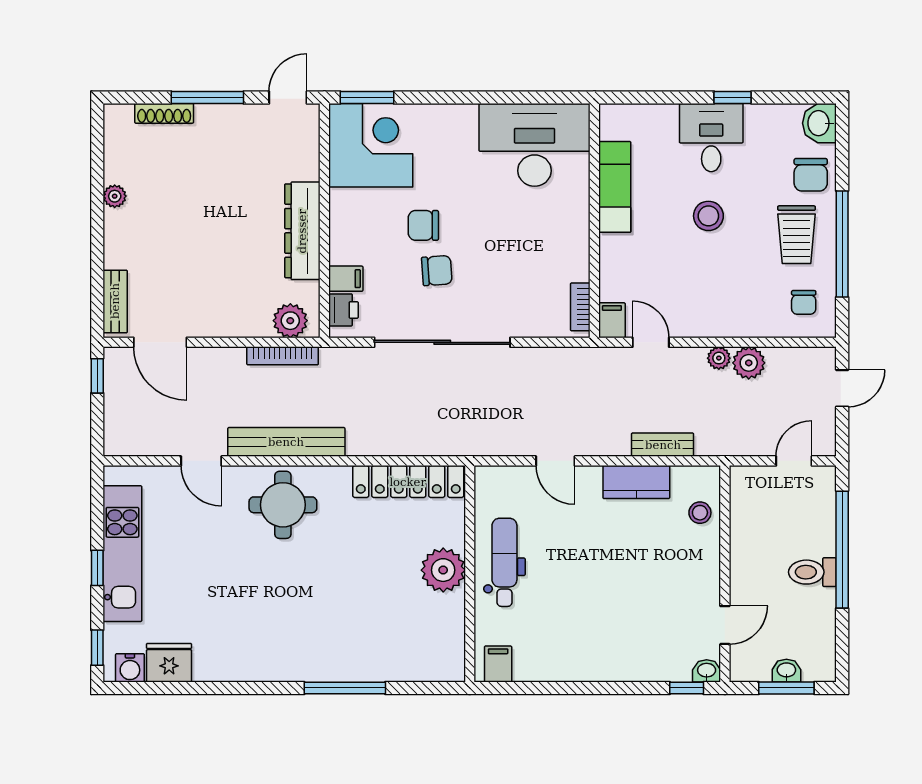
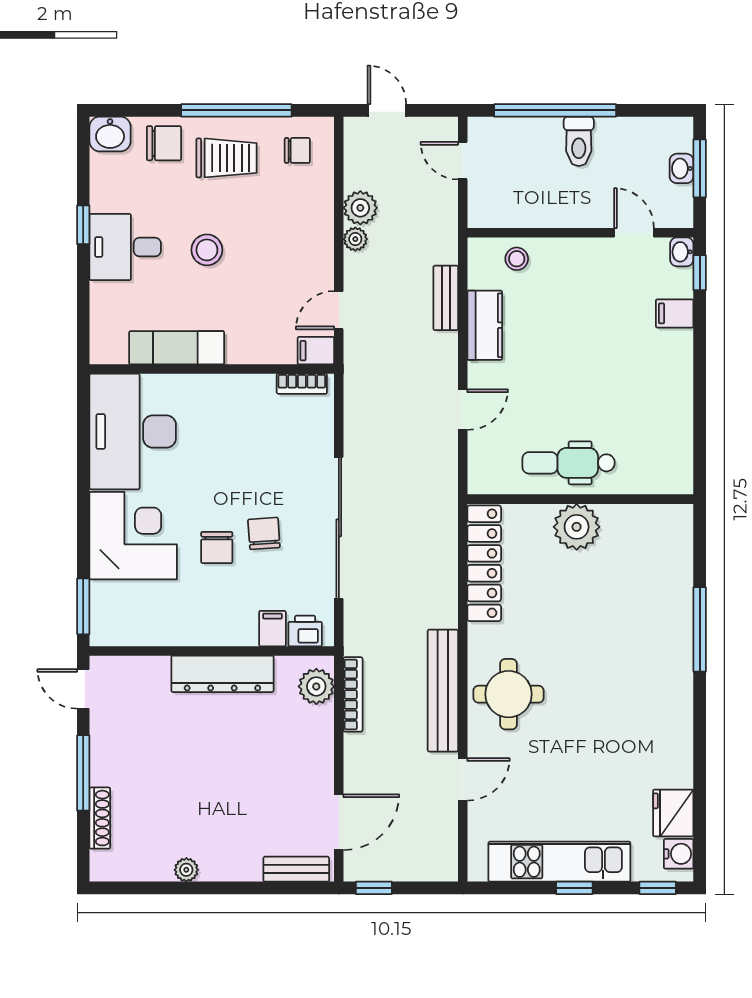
corner desk: (371, 145) -> (133, 536), moved, turned 90
filing cabinet: (498, 664) -> (675, 313), moved

